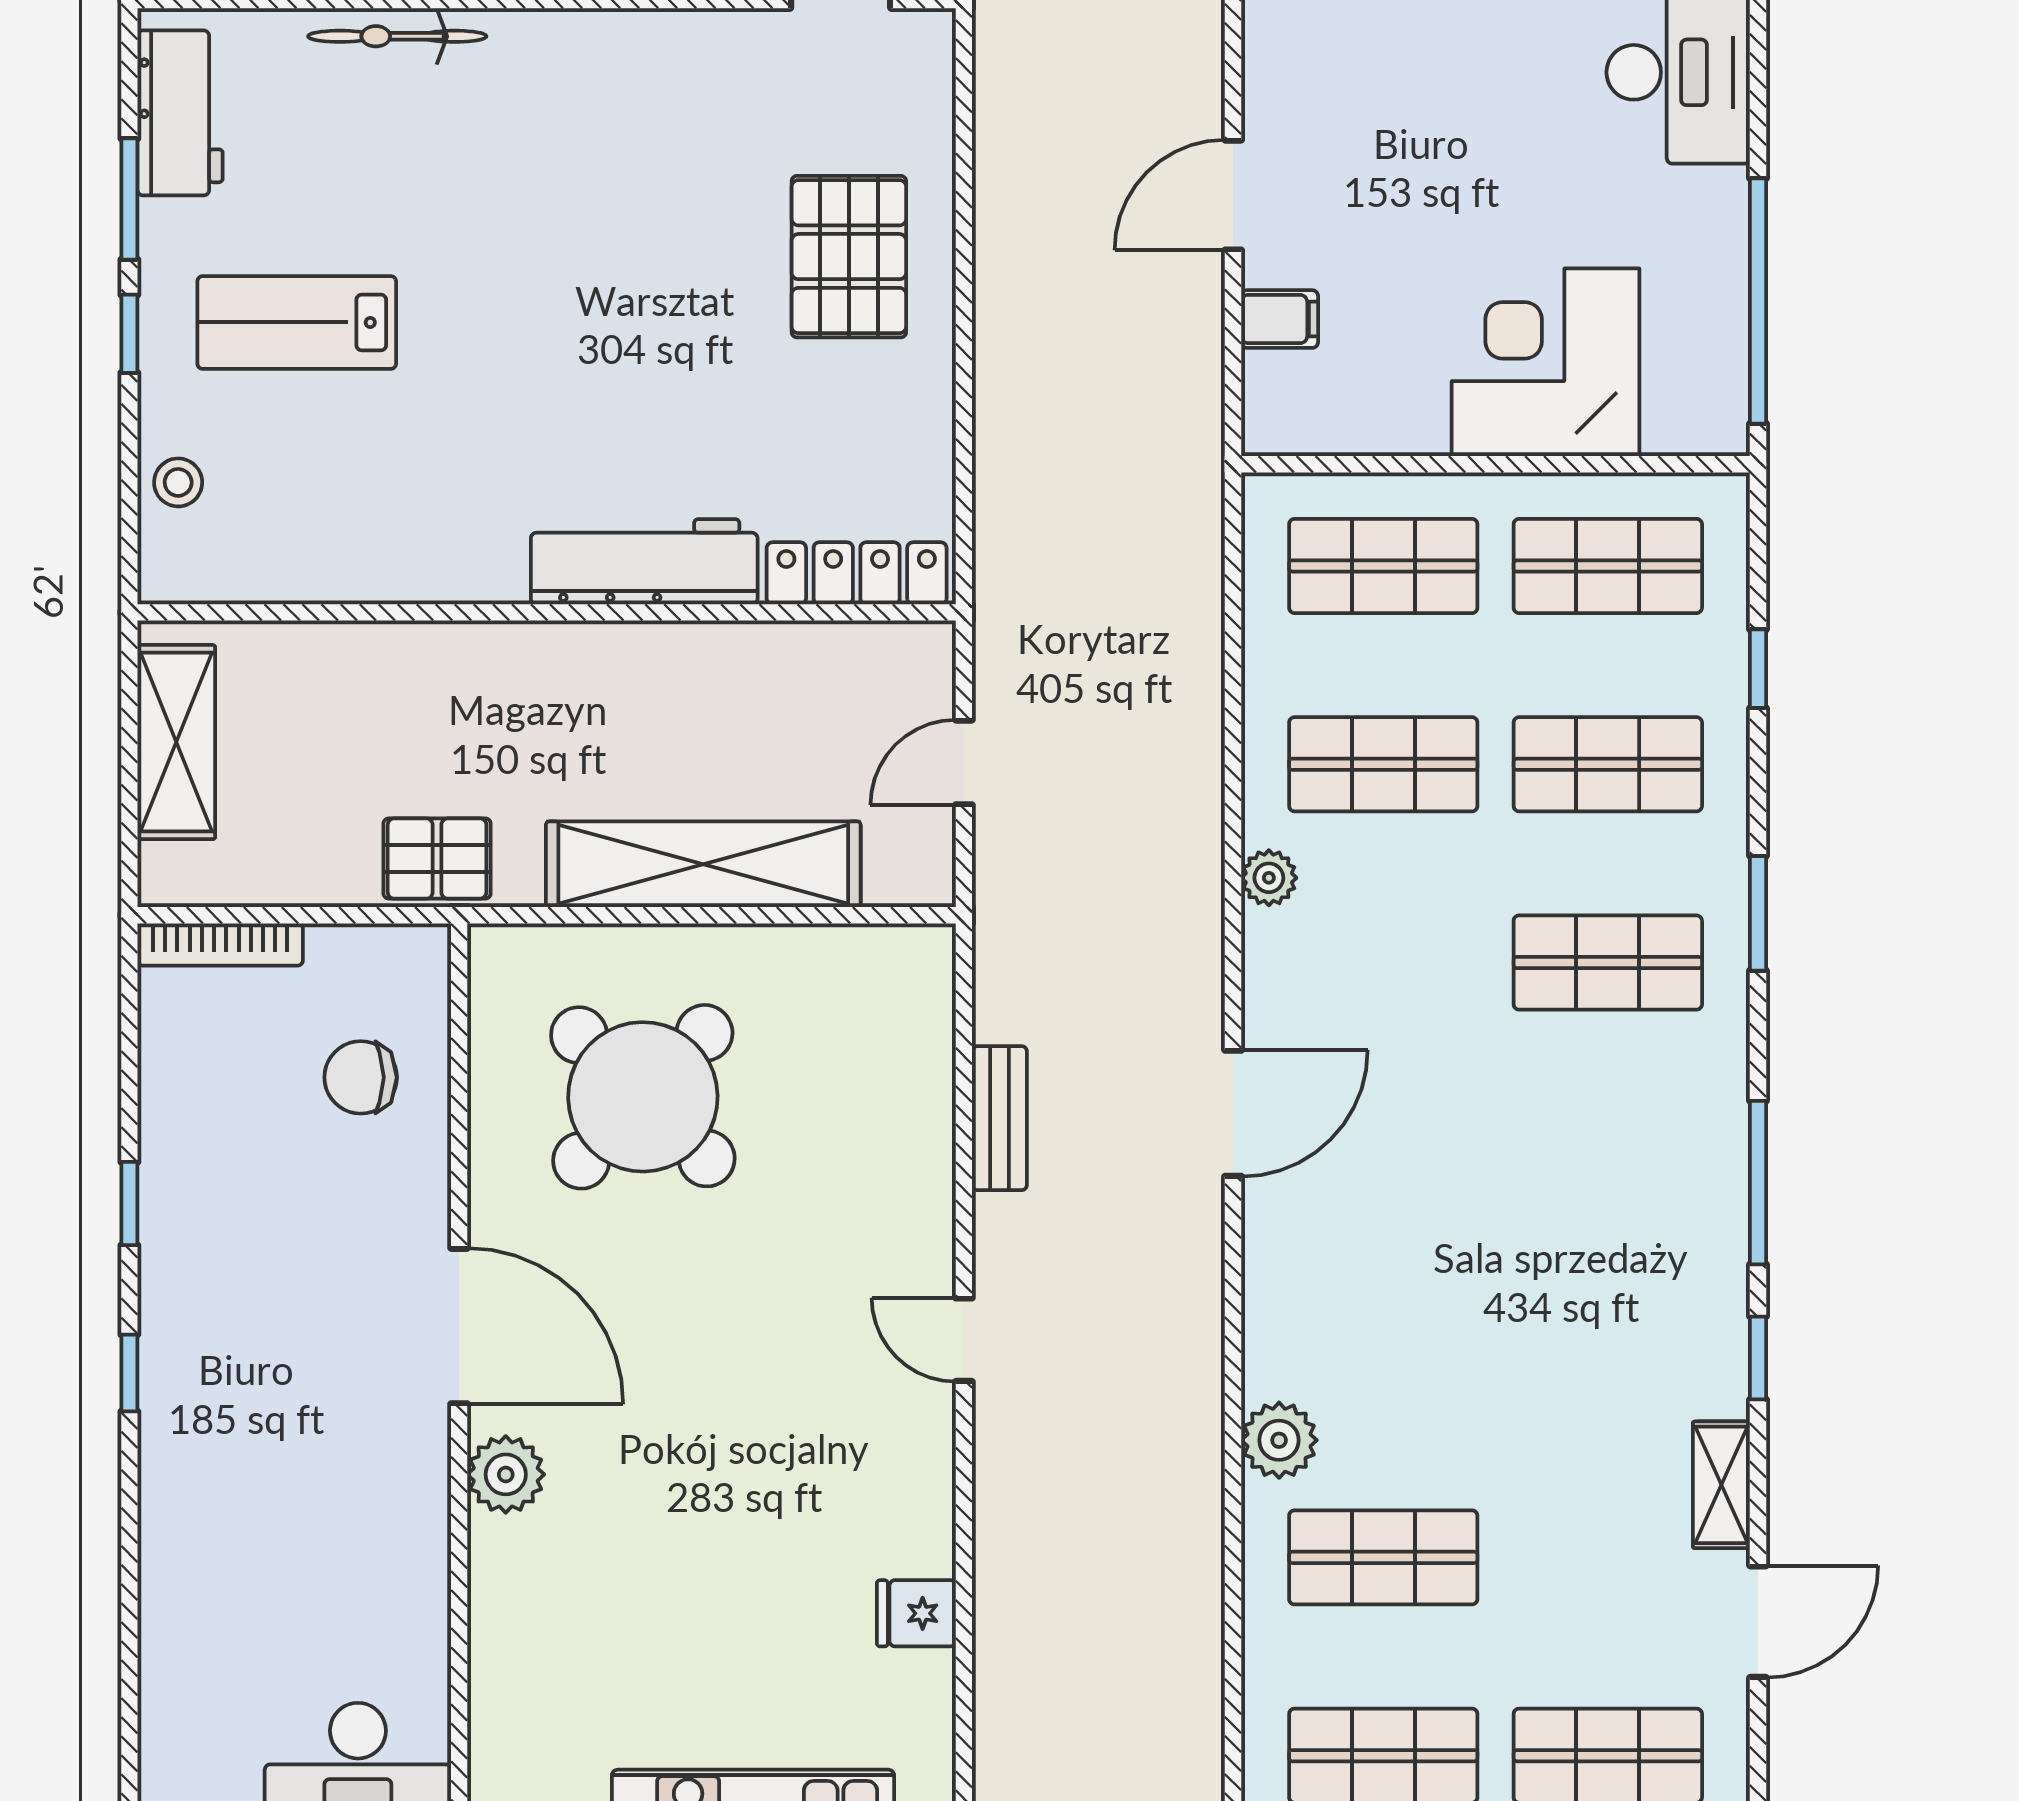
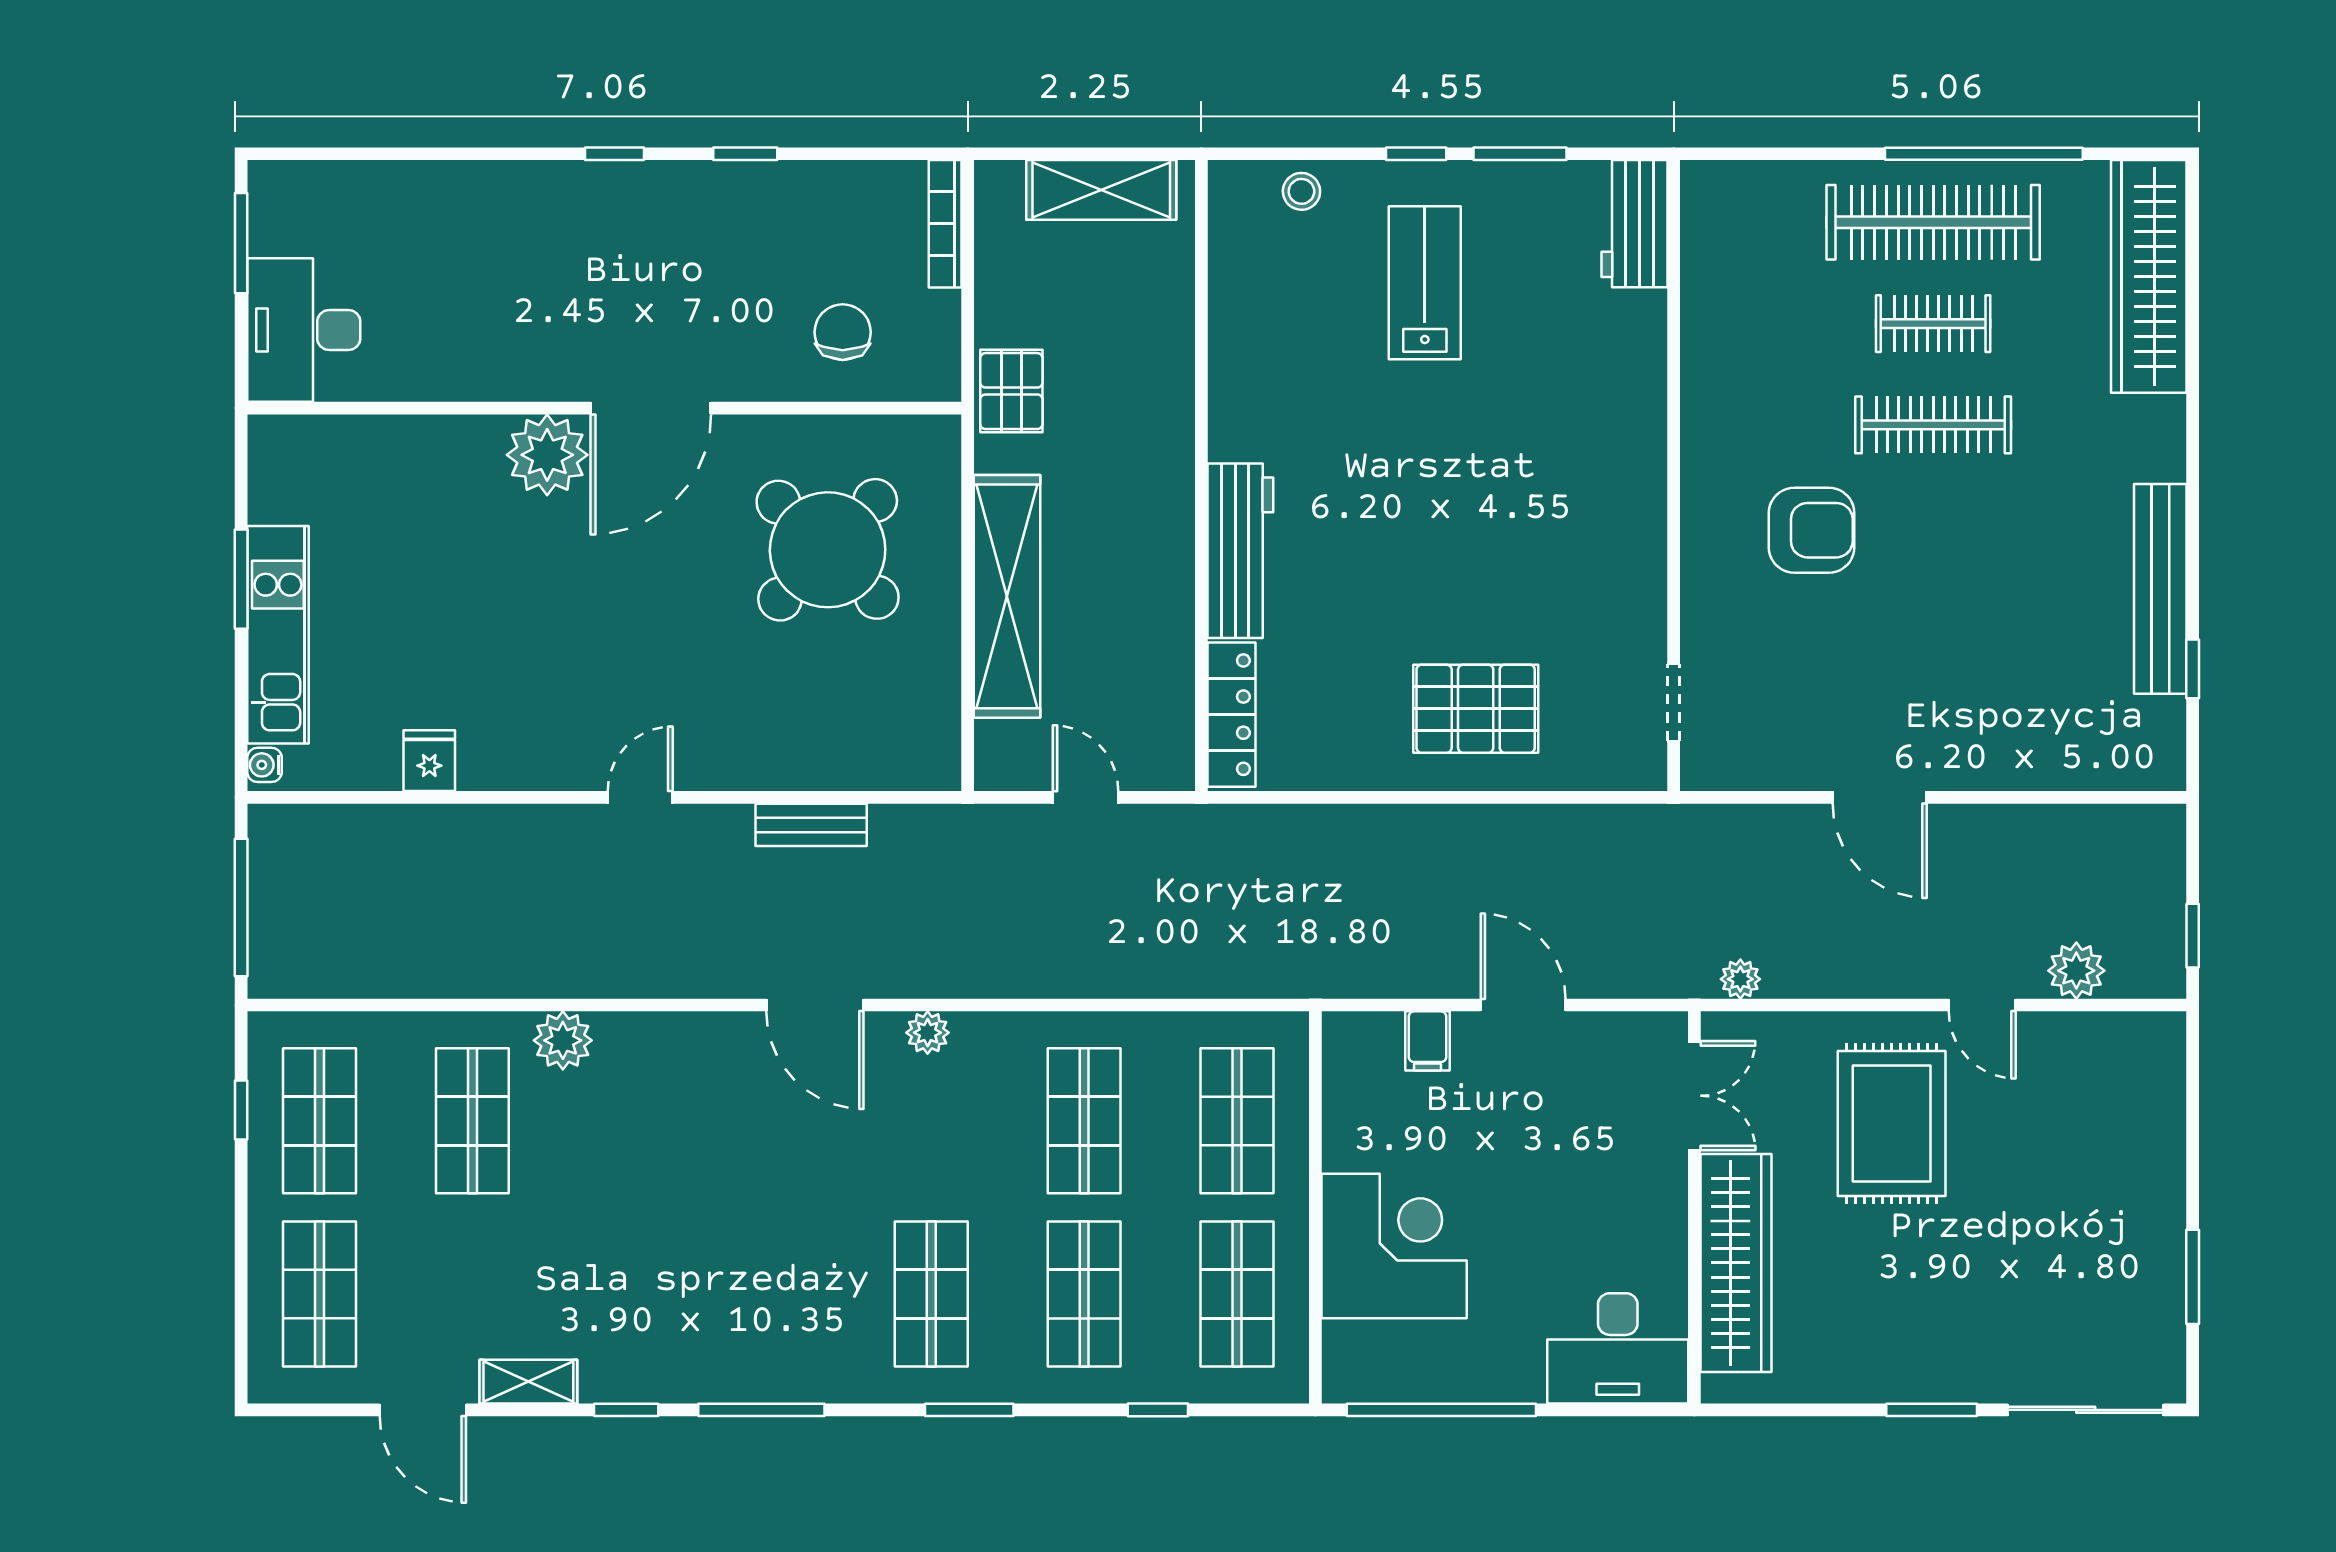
bicycle: (397, 36) -> (1646, 360), removed
workbench: (180, 113) -> (1635, 224), moved, turned 90
plant: (1269, 878) -> (928, 1033), moved
plant: (506, 1474) -> (547, 455), width x1.36, depth x1.36

